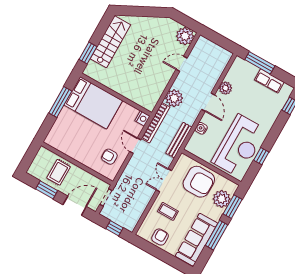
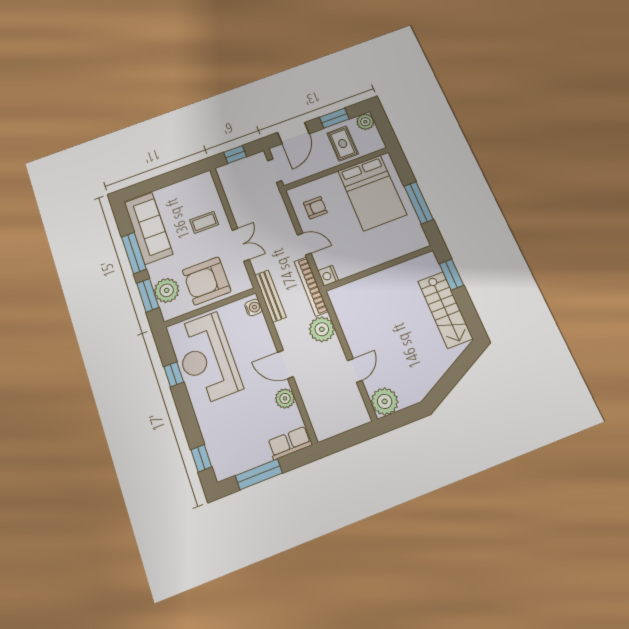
window: (260, 63) -> (259, 474), moved
row of seats: (269, 81) -> (290, 443), moved
bed: (93, 103) -> (372, 193), moved, turned -90
water cooler: (201, 128) -> (253, 307), moved
plant: (35, 170) -> (365, 122), added
armchair: (160, 237) -> (185, 193), removed

